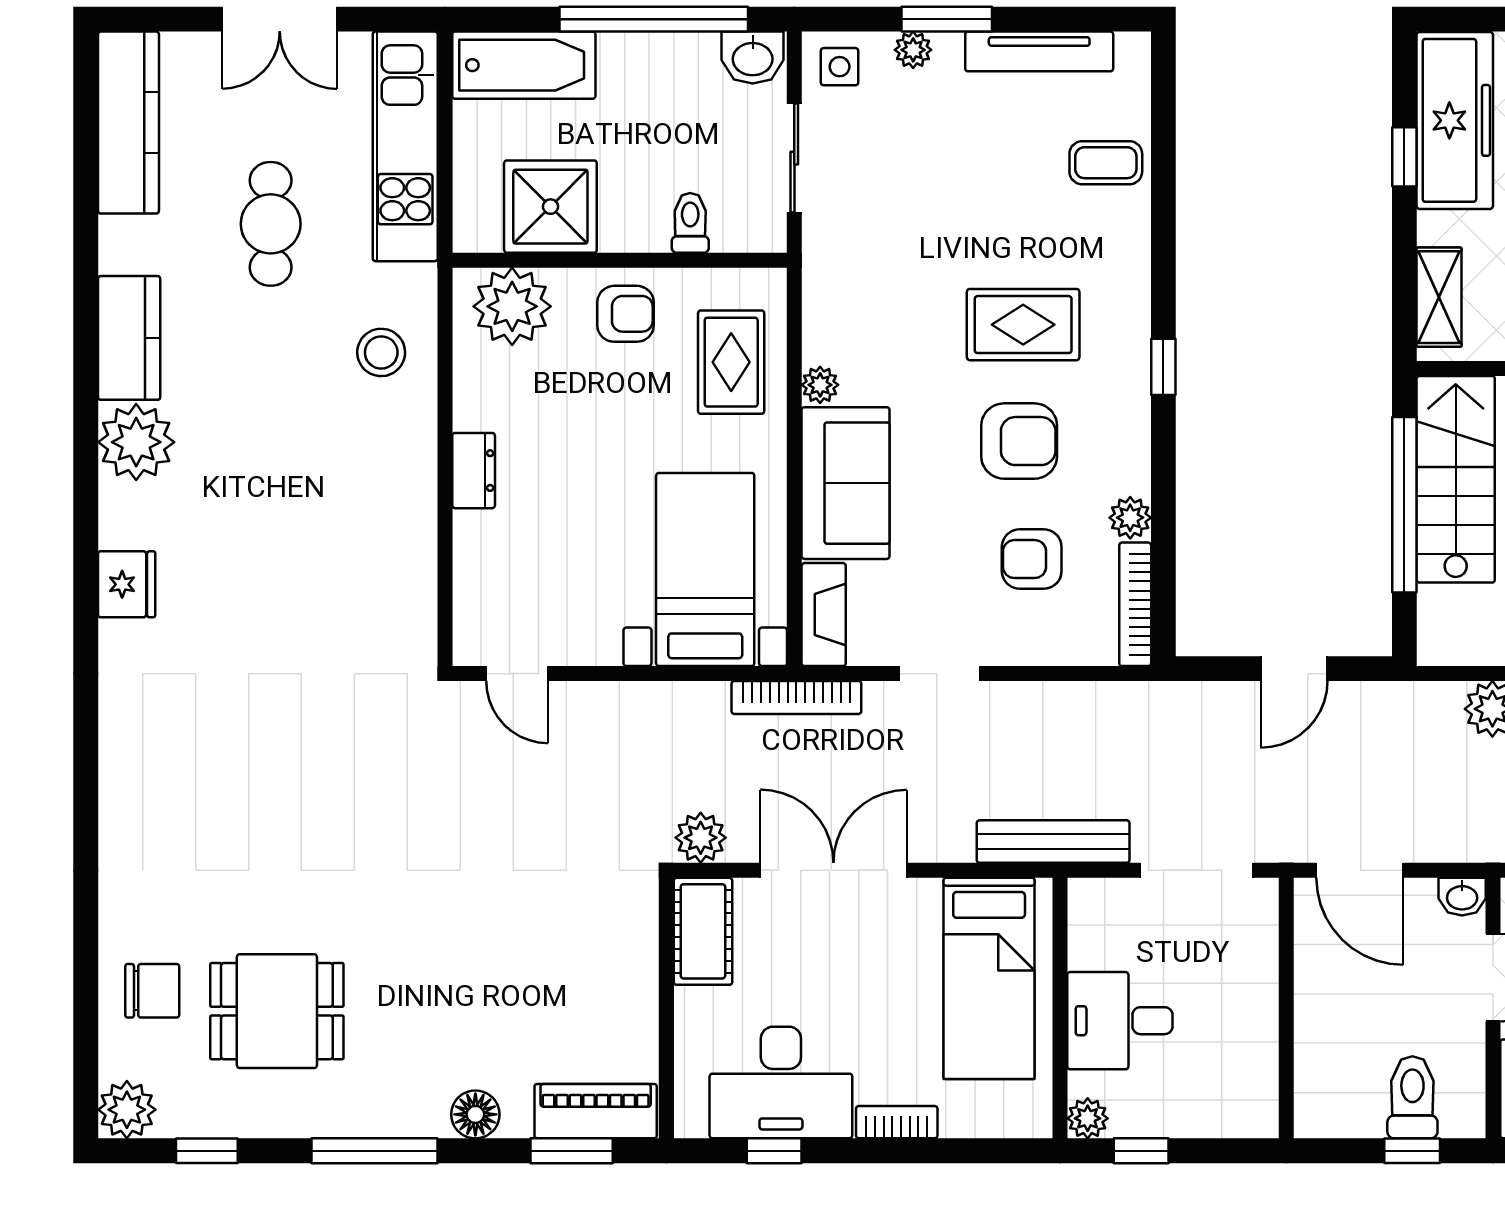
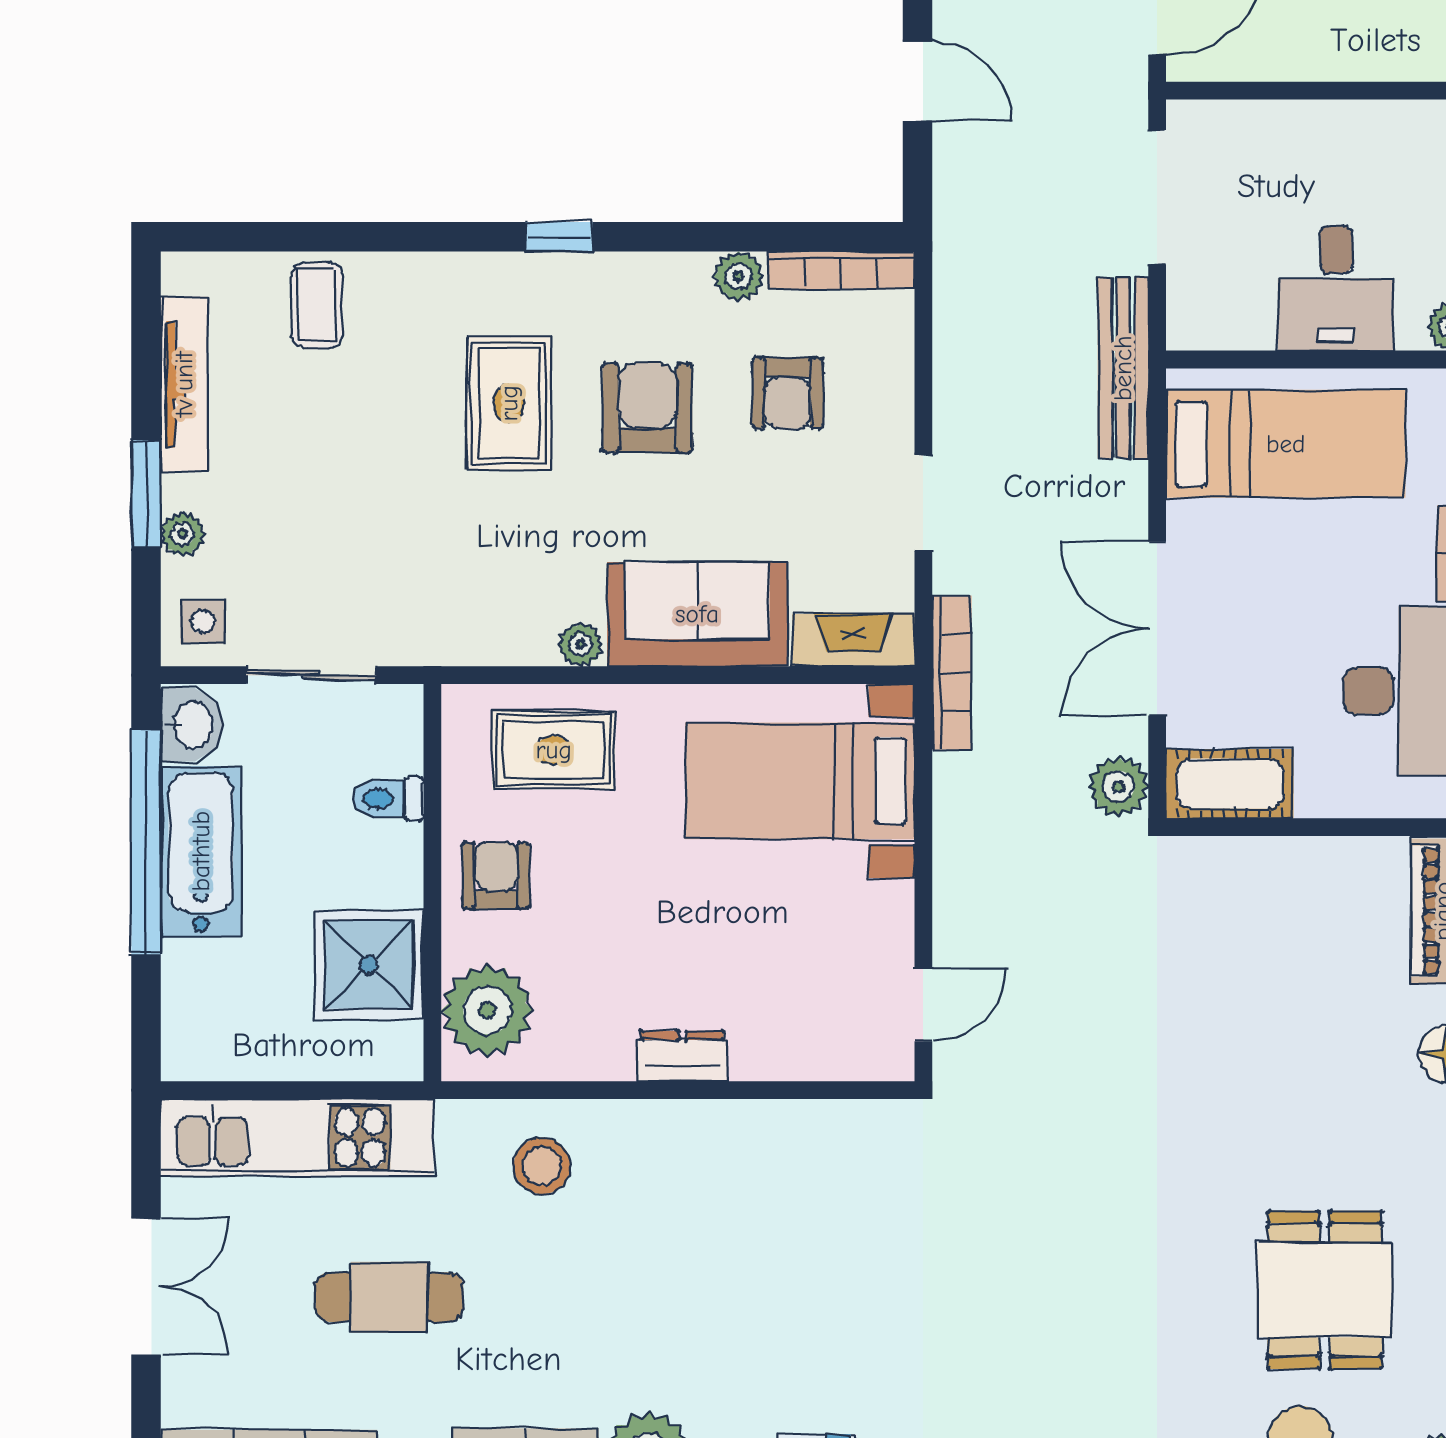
bathtub: (524, 65) -> (201, 851), moved

